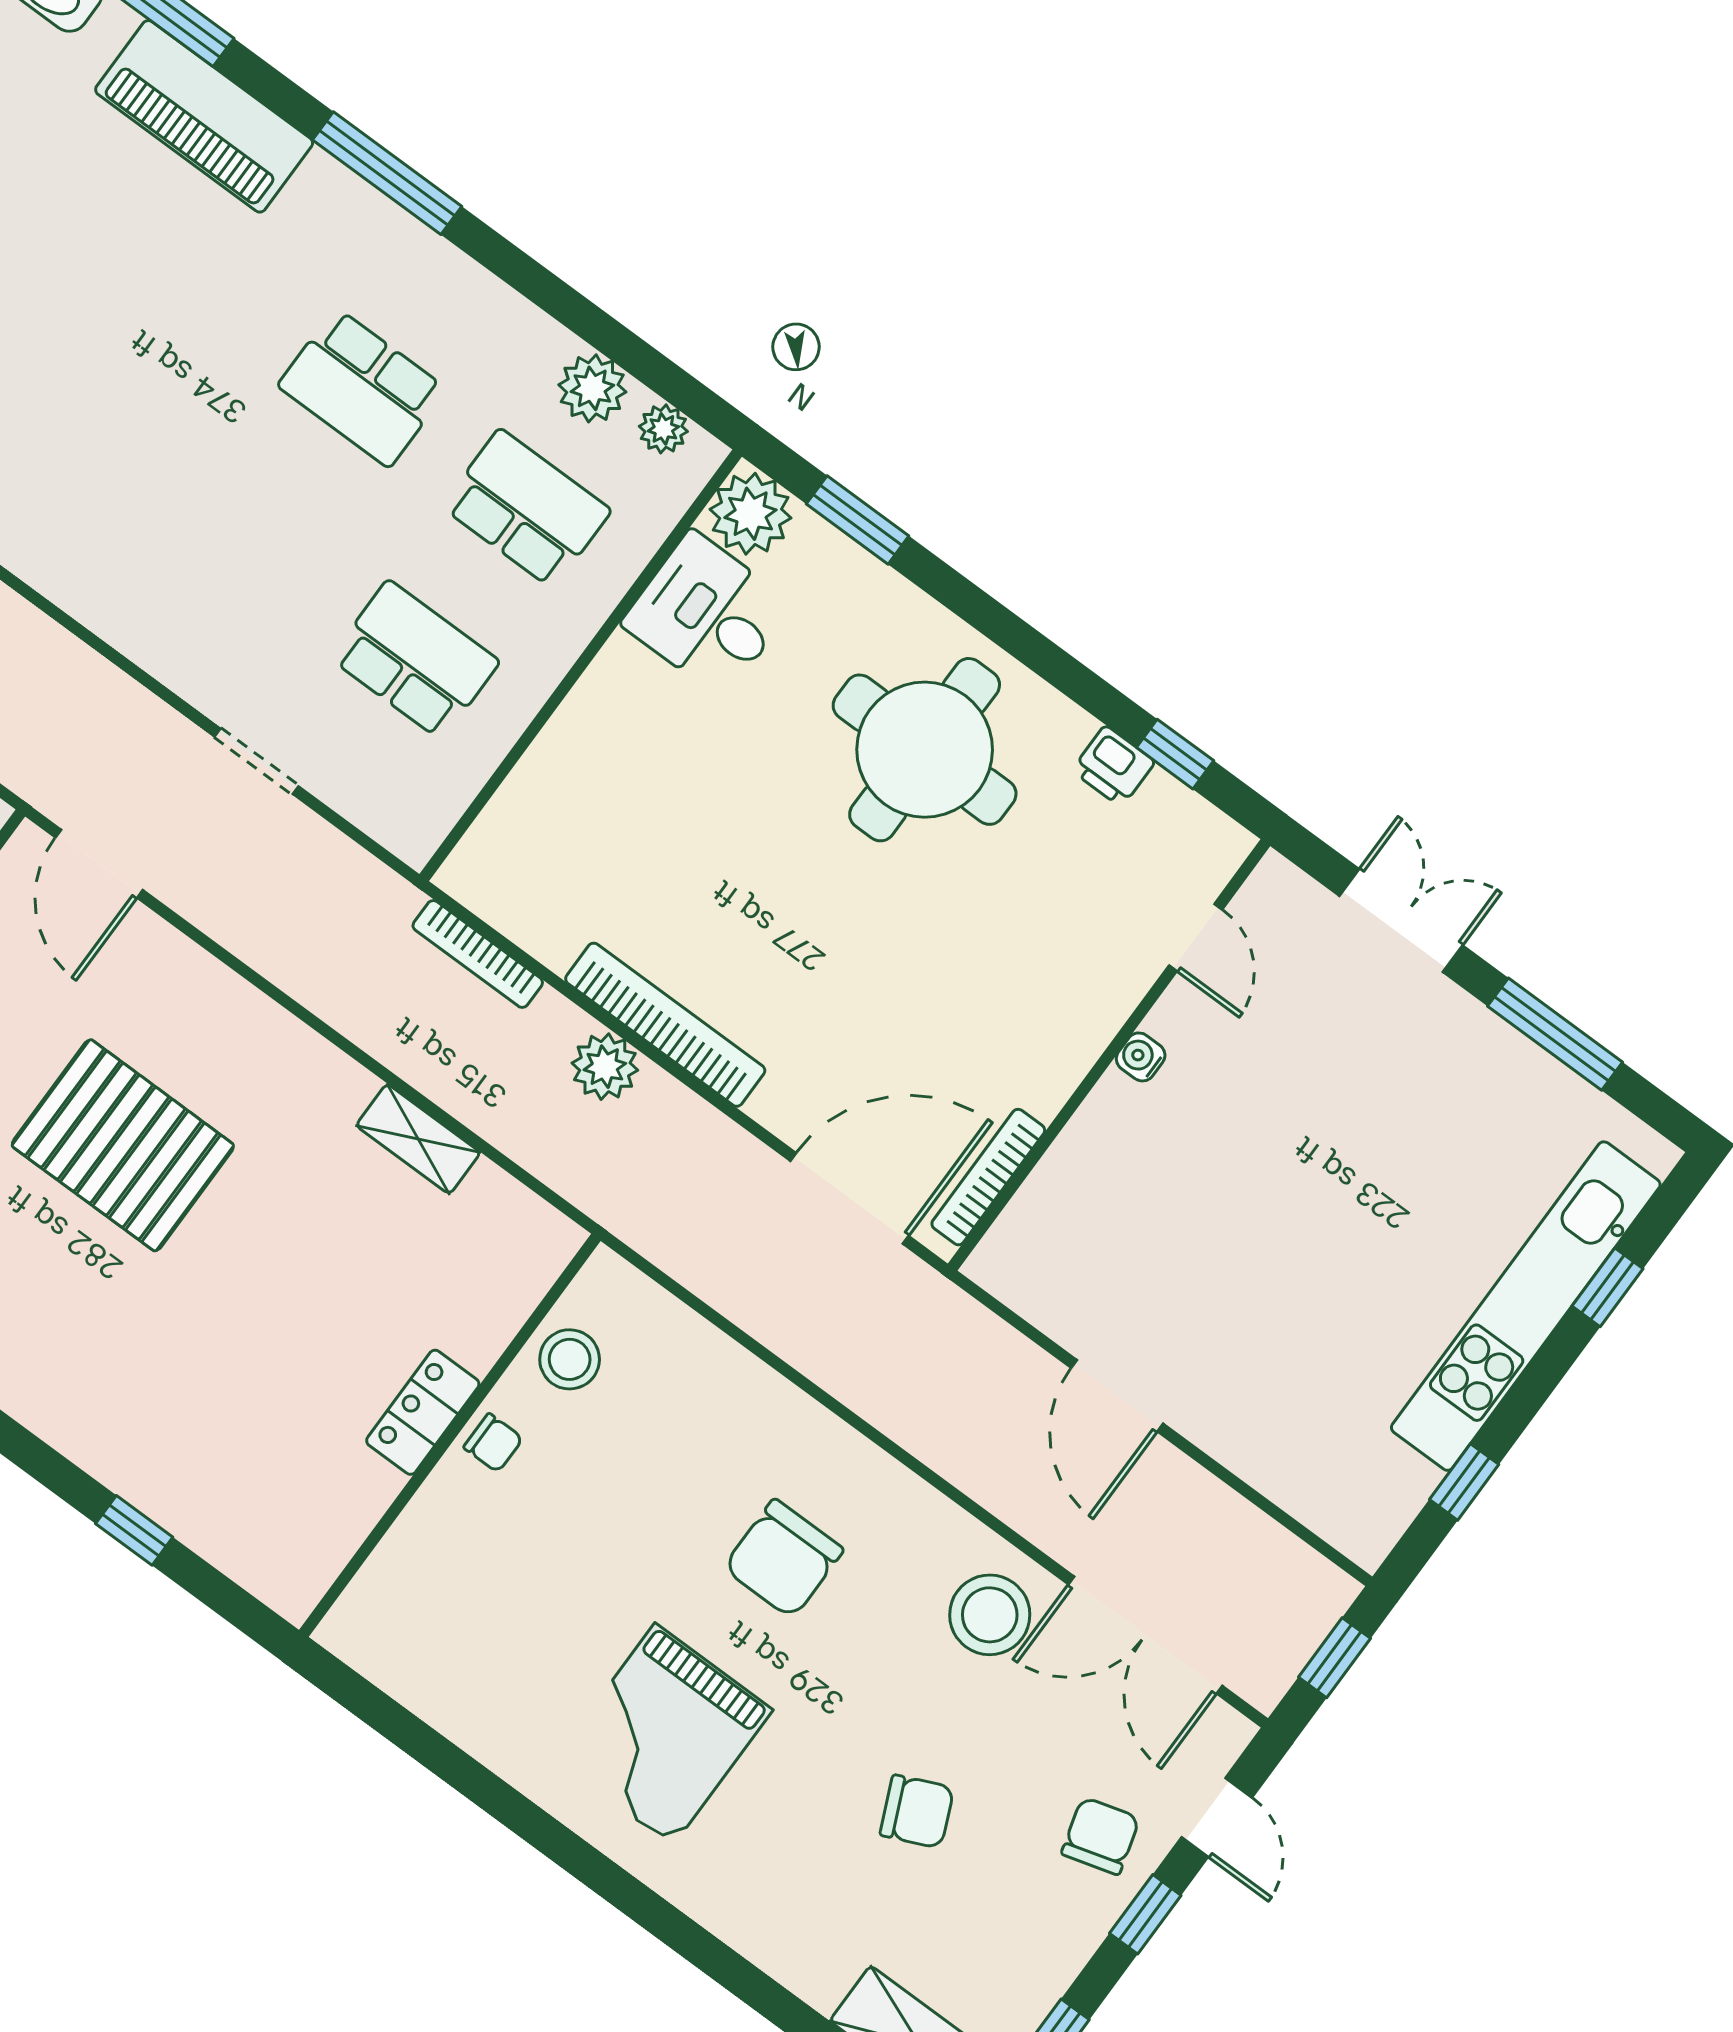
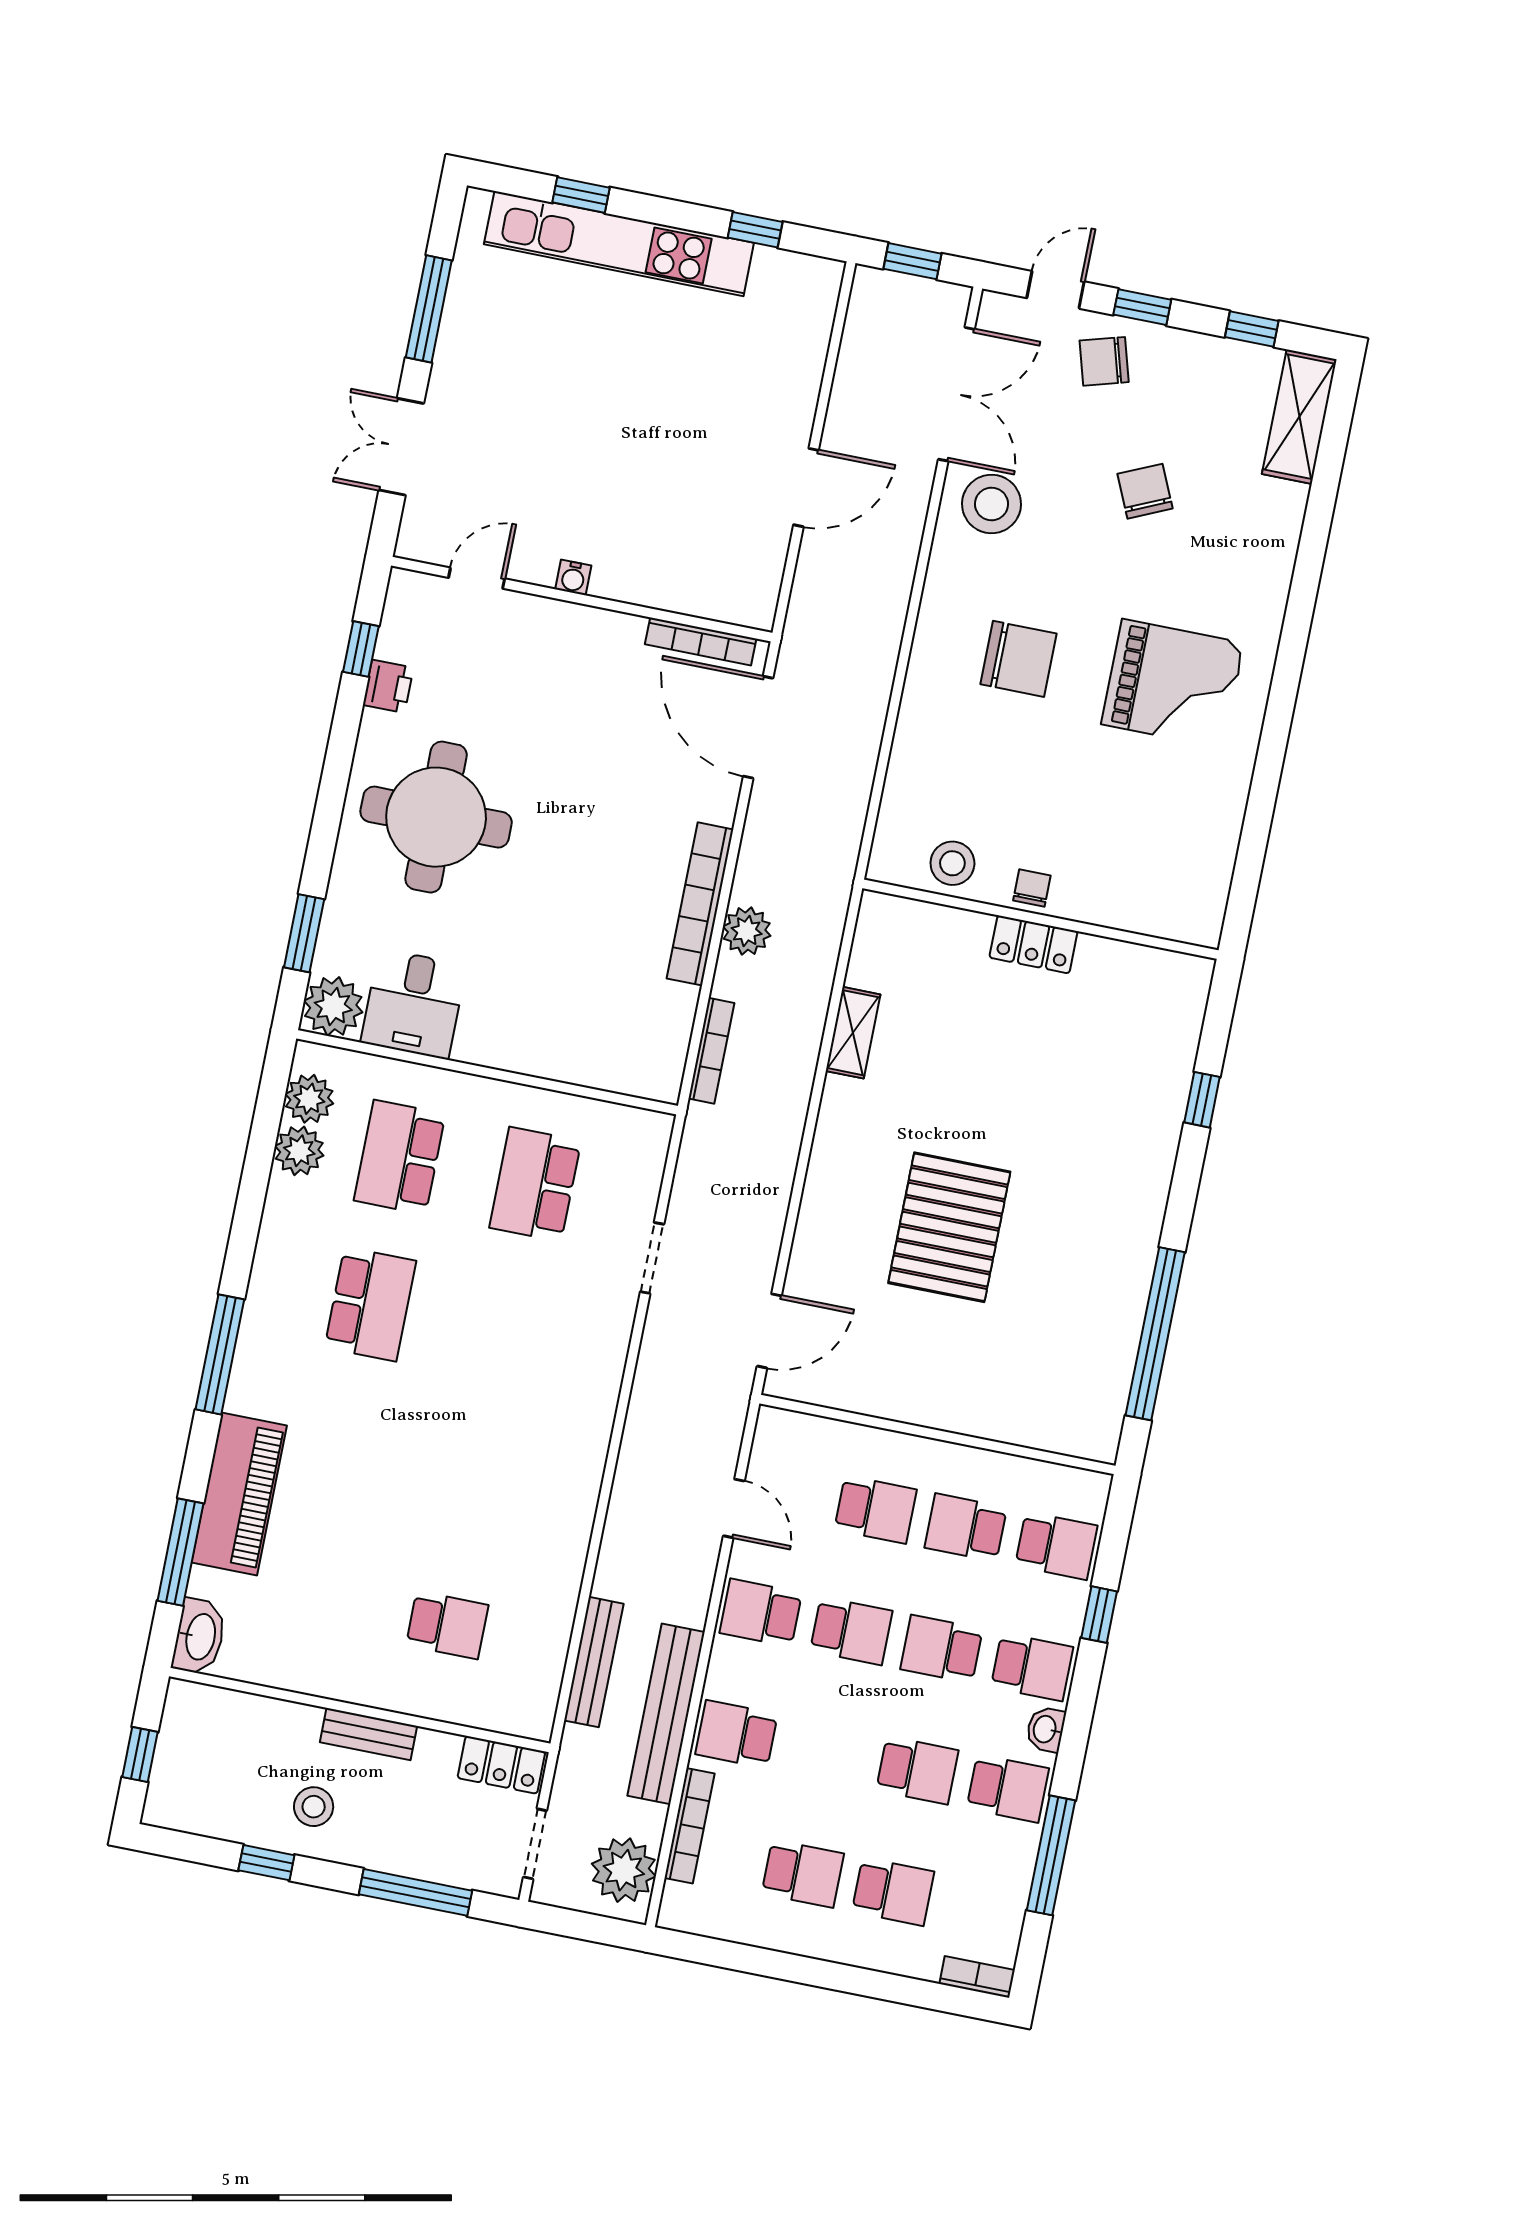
plant: (663, 429) -> (309, 1099), width x1.38, depth x1.38

